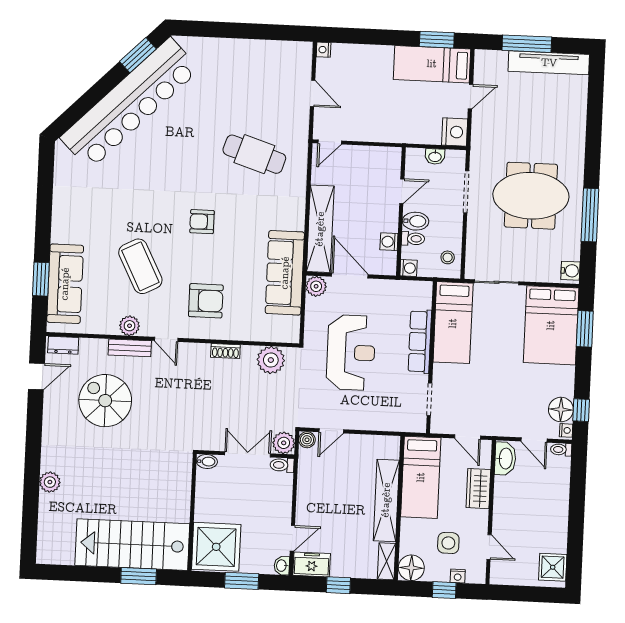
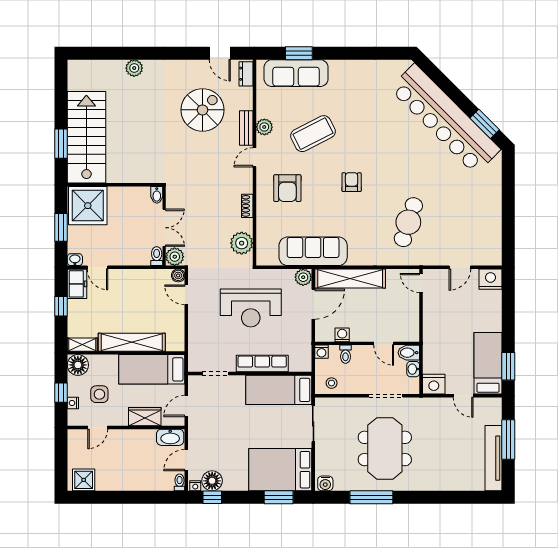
nightstand: (324, 50) -> (491, 279), width x1.89, depth x1.79
bidet: (416, 221) -> (409, 353), moved, turned 90

